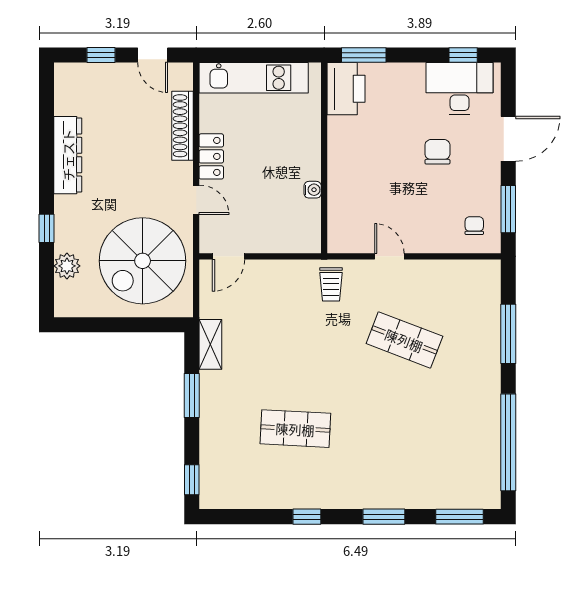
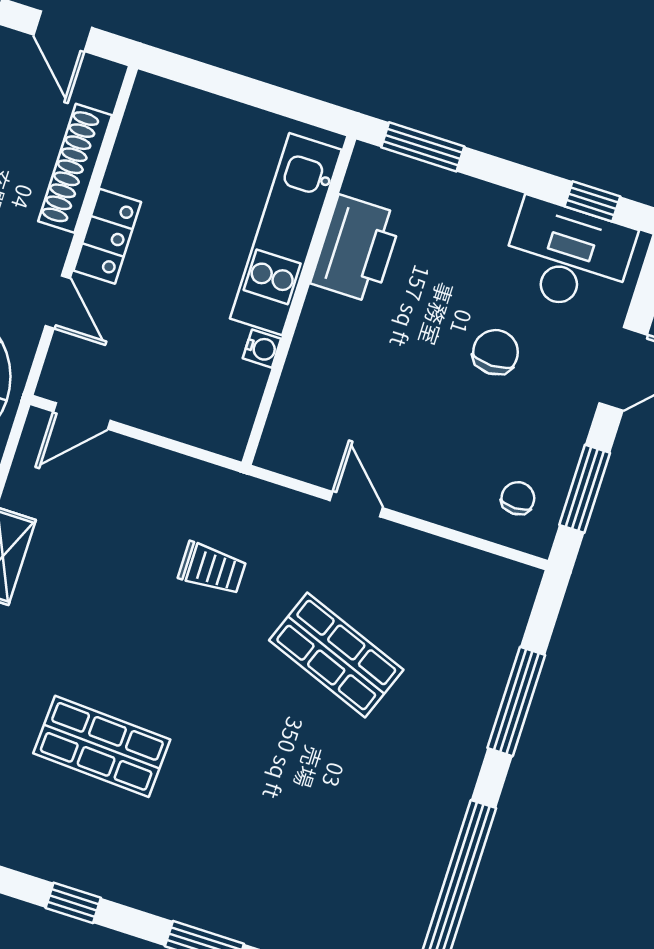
kitchen unit: (254, 78) -> (286, 234), moved, turned 90
printer: (346, 89) -> (356, 249), moved
trolley: (331, 284) -> (212, 568), moved, turned -90

